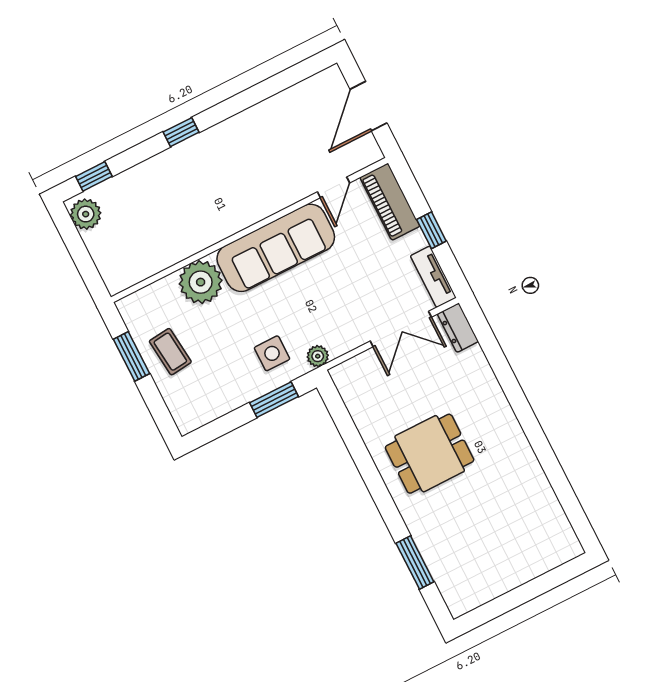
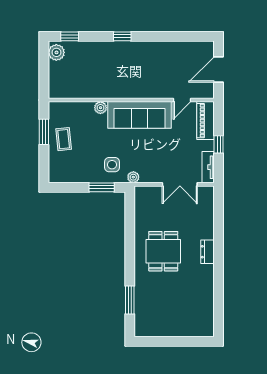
plant: (201, 282) -> (100, 108), width x0.53, depth x0.53
dresser: (458, 328) -> (207, 252), moved
dining table: (430, 454) -> (163, 251), turned 90

